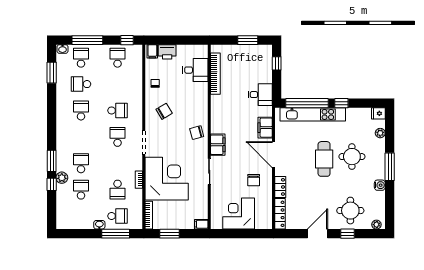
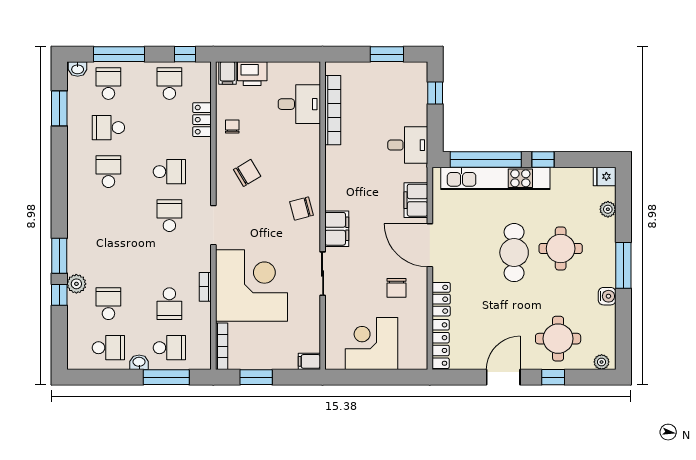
locker: (137, 79) -> (202, 120), added
school desk: (81, 163) -> (108, 348), moved, turned 90

